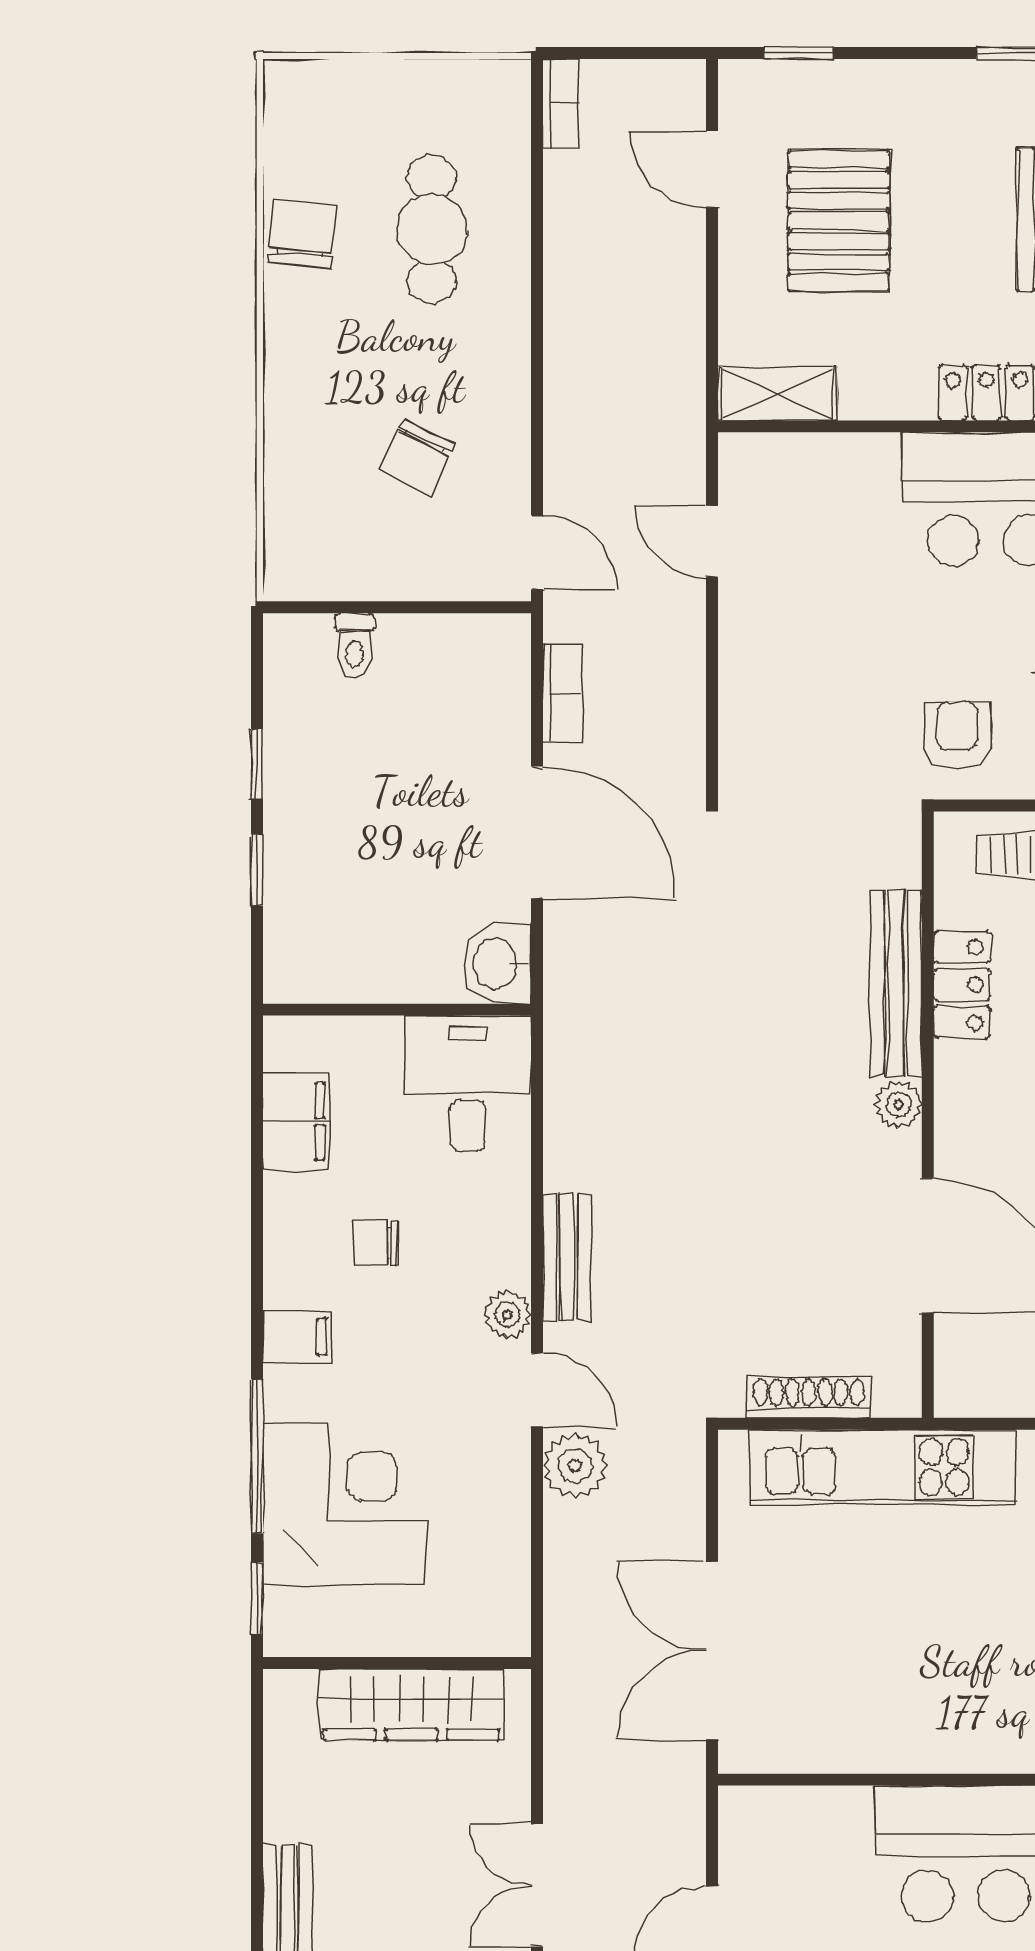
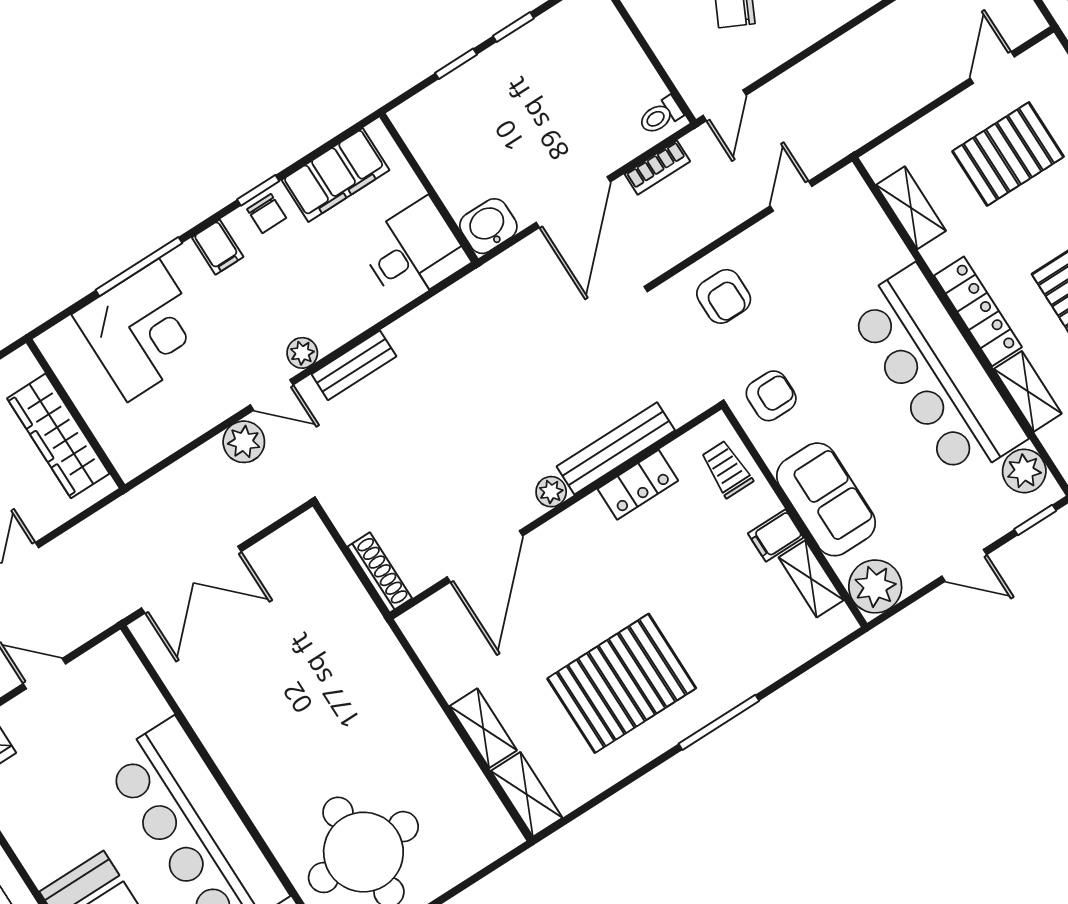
shelving: (778, 394) -> (911, 208), moved
toilet: (355, 645) -> (660, 116), moved
armchair: (787, 714) -> (724, 296), added
filing cabinet: (296, 1122) -> (335, 175), width x1.50, depth x1.17
chair: (375, 1243) -> (267, 214), moved, turned 180
door: (537, 1390) -> (272, 395), hinge flipped
shoe rack: (809, 1397) -> (380, 573), moved
kitchen unit: (883, 1467) -> (350, 609), removed
window: (257, 1598) -> (258, 190), moved
double door: (712, 1650) -> (191, 580), swing flipped

